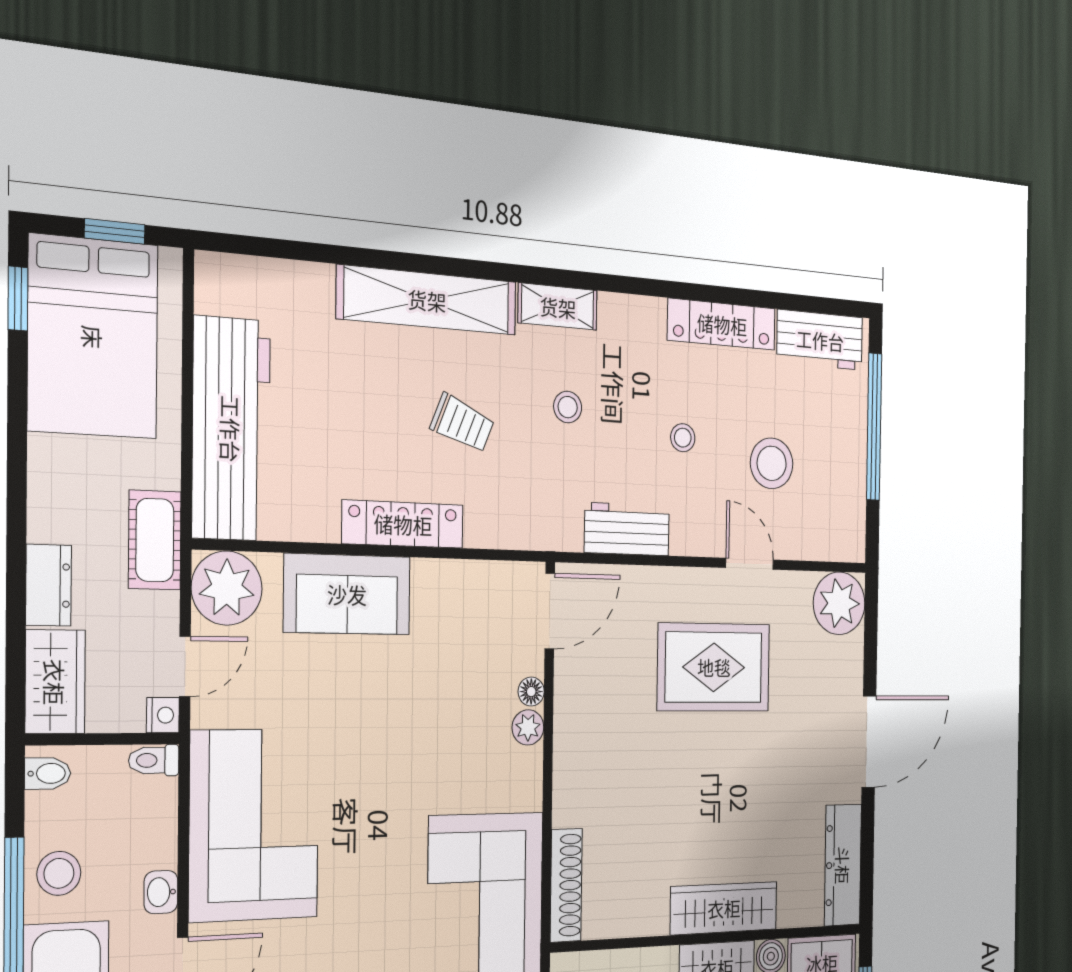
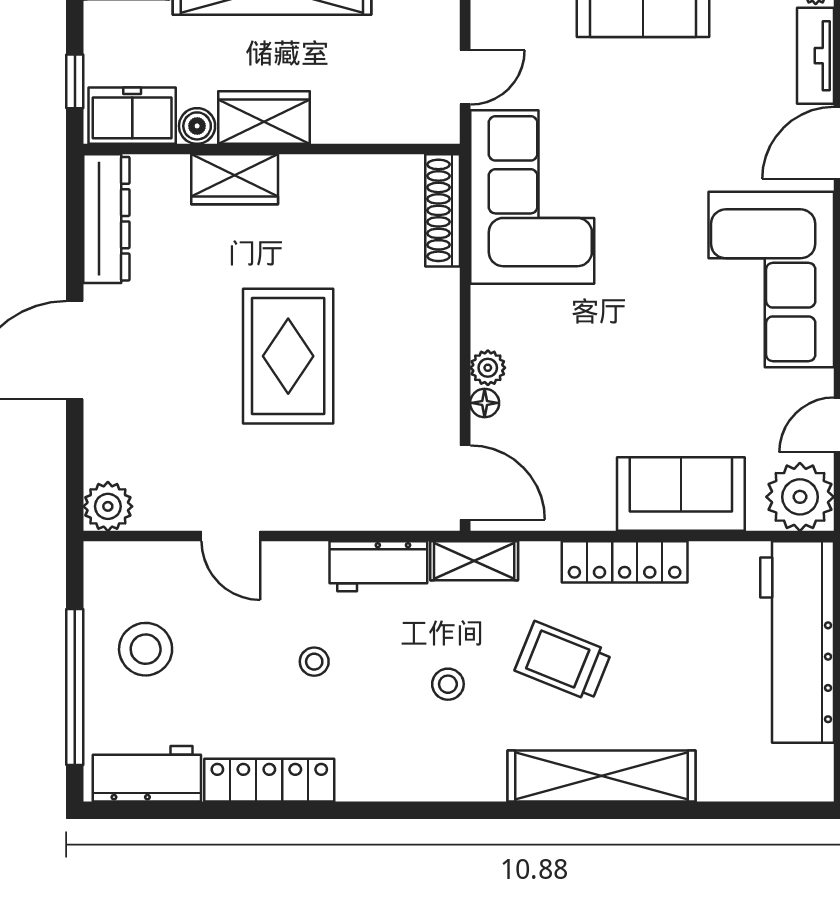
shelving: (558, 307) -> (474, 561), moved
trolley: (462, 423) -> (563, 661), width x1.36, depth x1.39
stool: (772, 463) -> (146, 649), moved
plant: (839, 603) -> (108, 506), width x0.73, depth x0.73
door: (550, 611) -> (465, 482), swing flipped
rug: (714, 667) -> (288, 356), moved, turned 90
wardrobe: (724, 908) -> (235, 179), width x0.67

